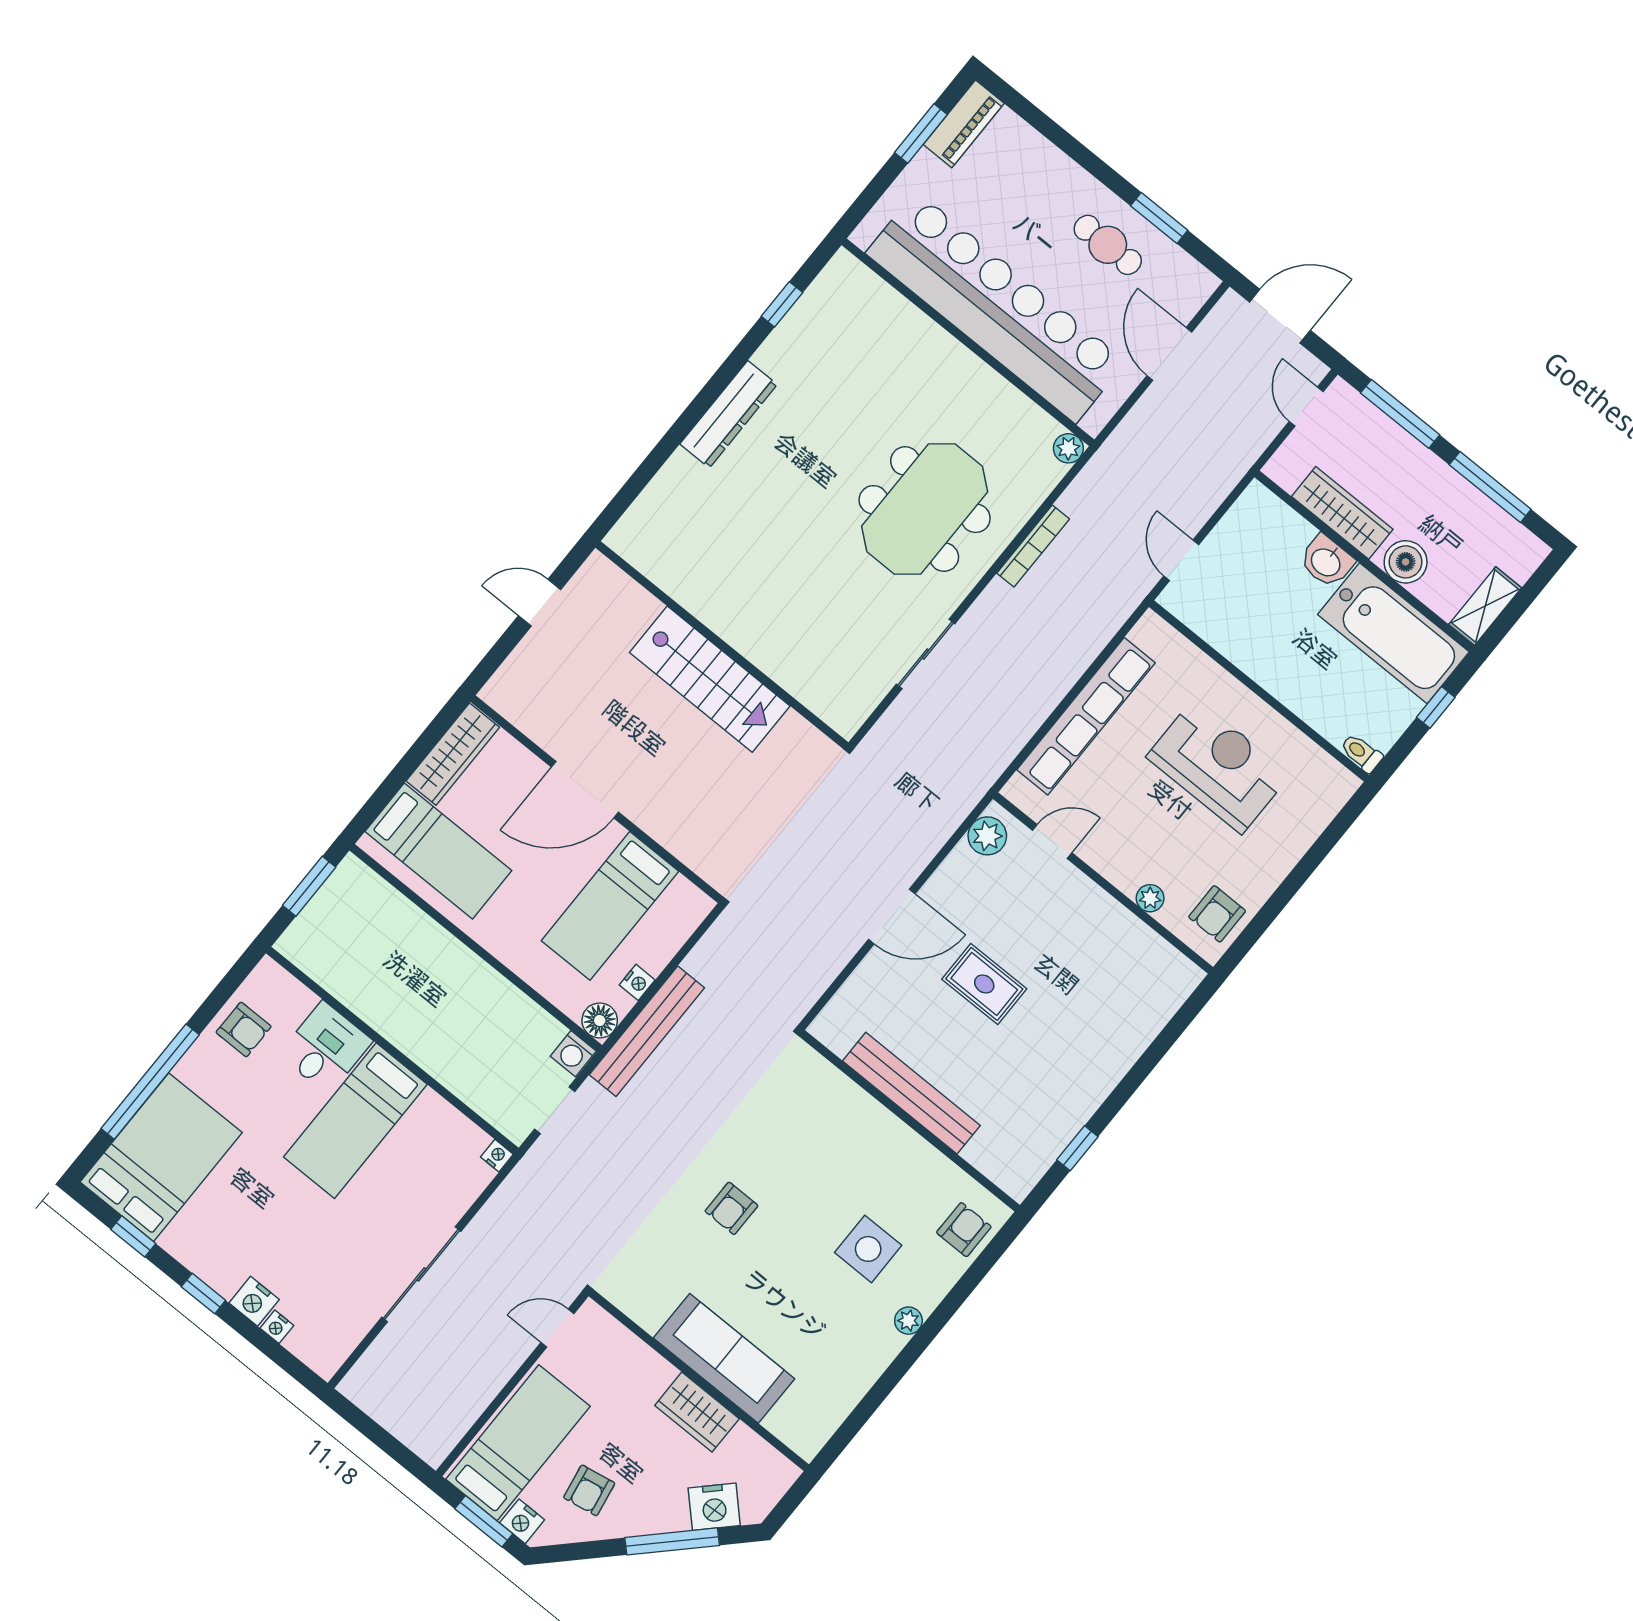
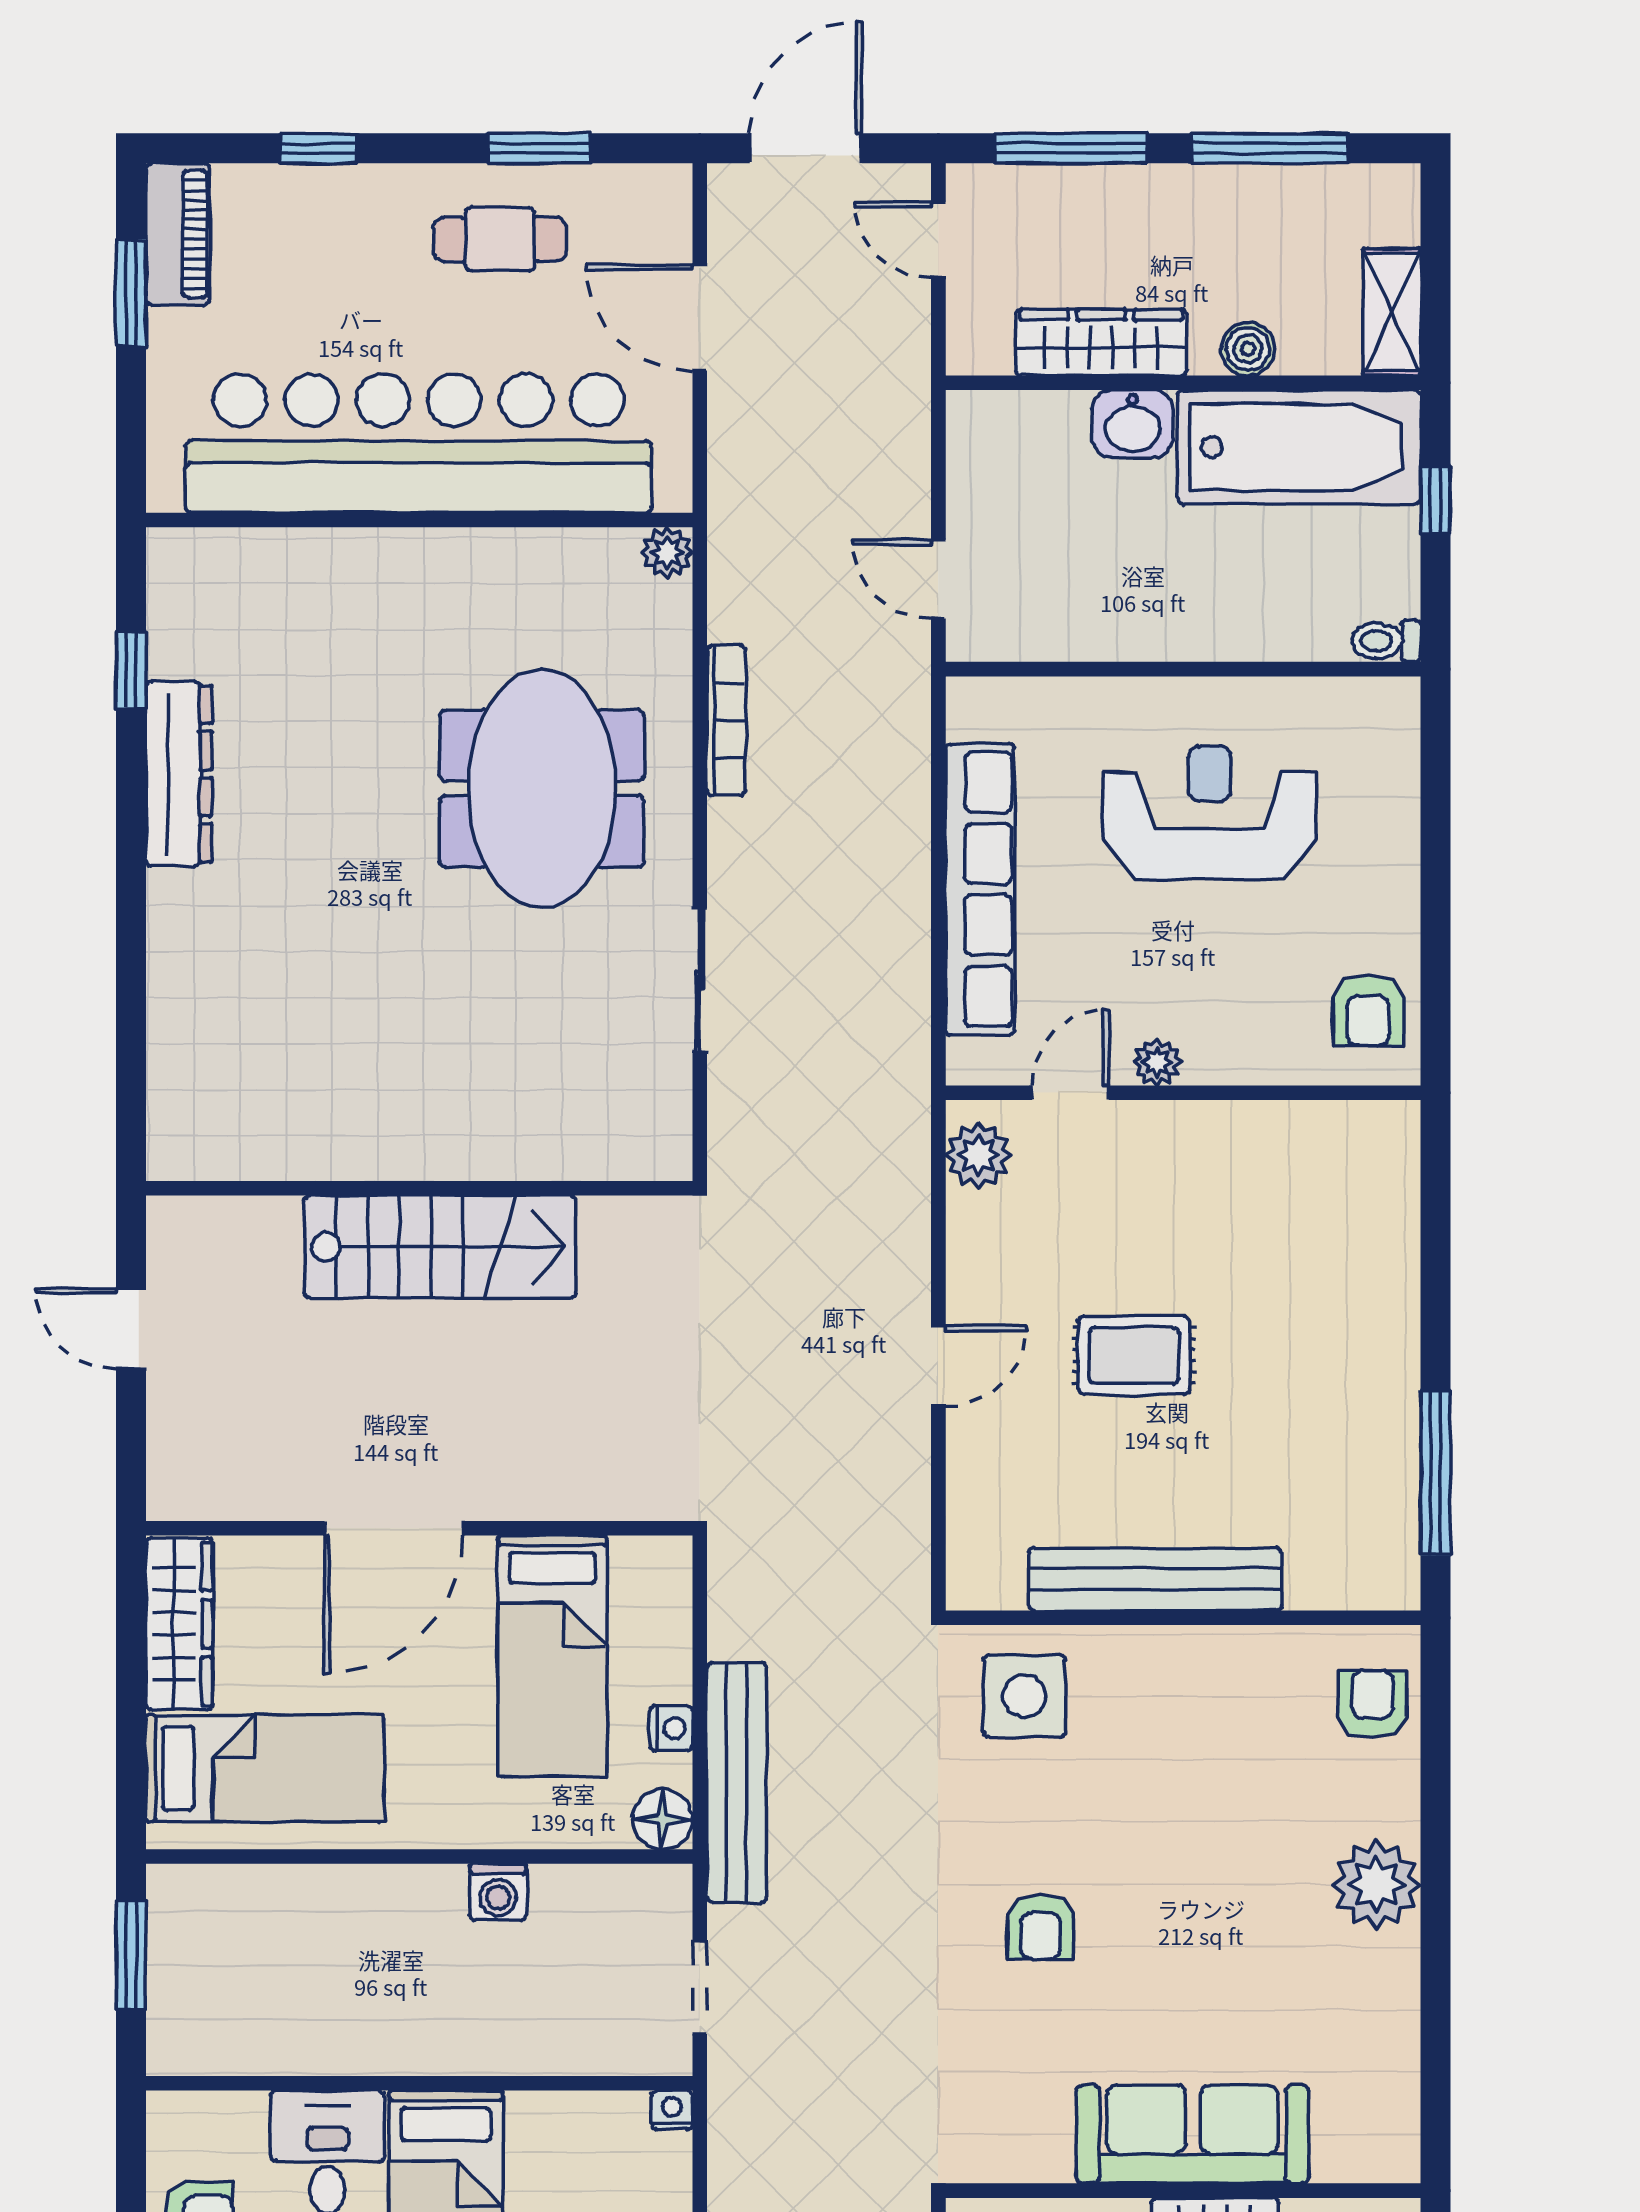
window: (1059, 137) -> (318, 148), added
dresser: (729, 414) -> (179, 774), moved
boiler: (1406, 562) -> (1248, 349), width x0.73, depth x0.73
door: (540, 603) -> (131, 1329), hinge flipped
plant: (1150, 898) -> (1157, 1062), moved
door: (892, 917) -> (938, 1366), width x0.73
washing machine: (573, 1054) -> (498, 1892), moved
window: (1077, 1148) -> (1435, 1473), width x2.17
side table: (868, 1249) -> (1024, 1696), moved
plant: (908, 1321) -> (1377, 1885), width x1.87, depth x1.87

